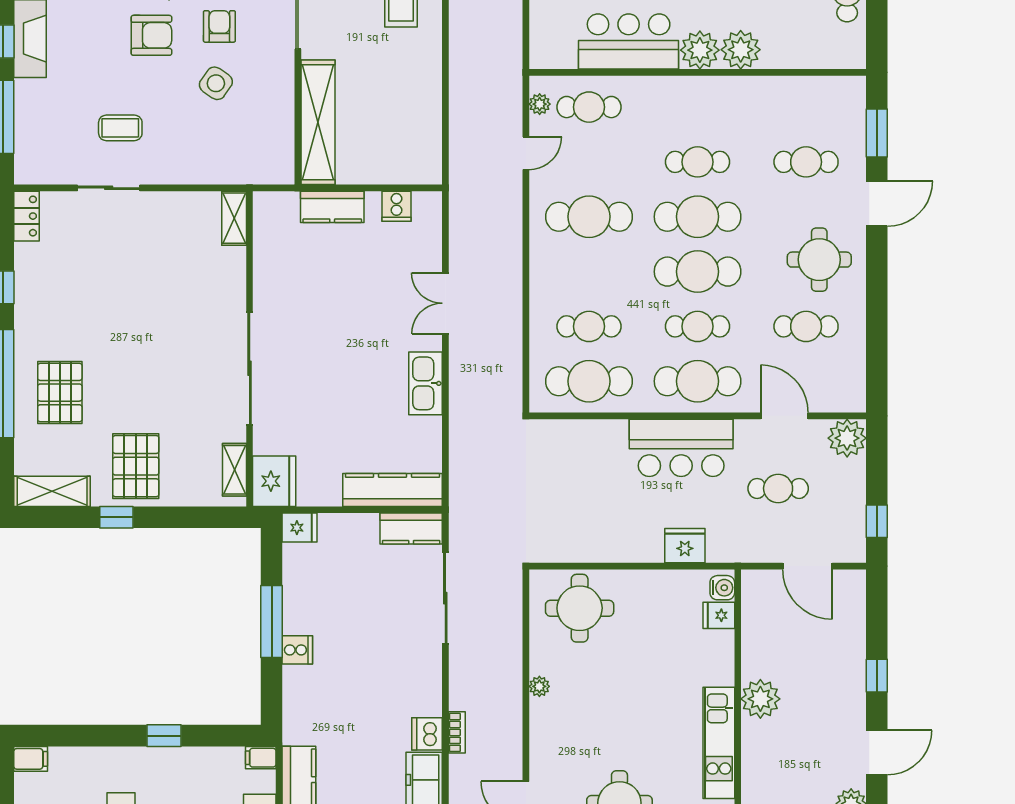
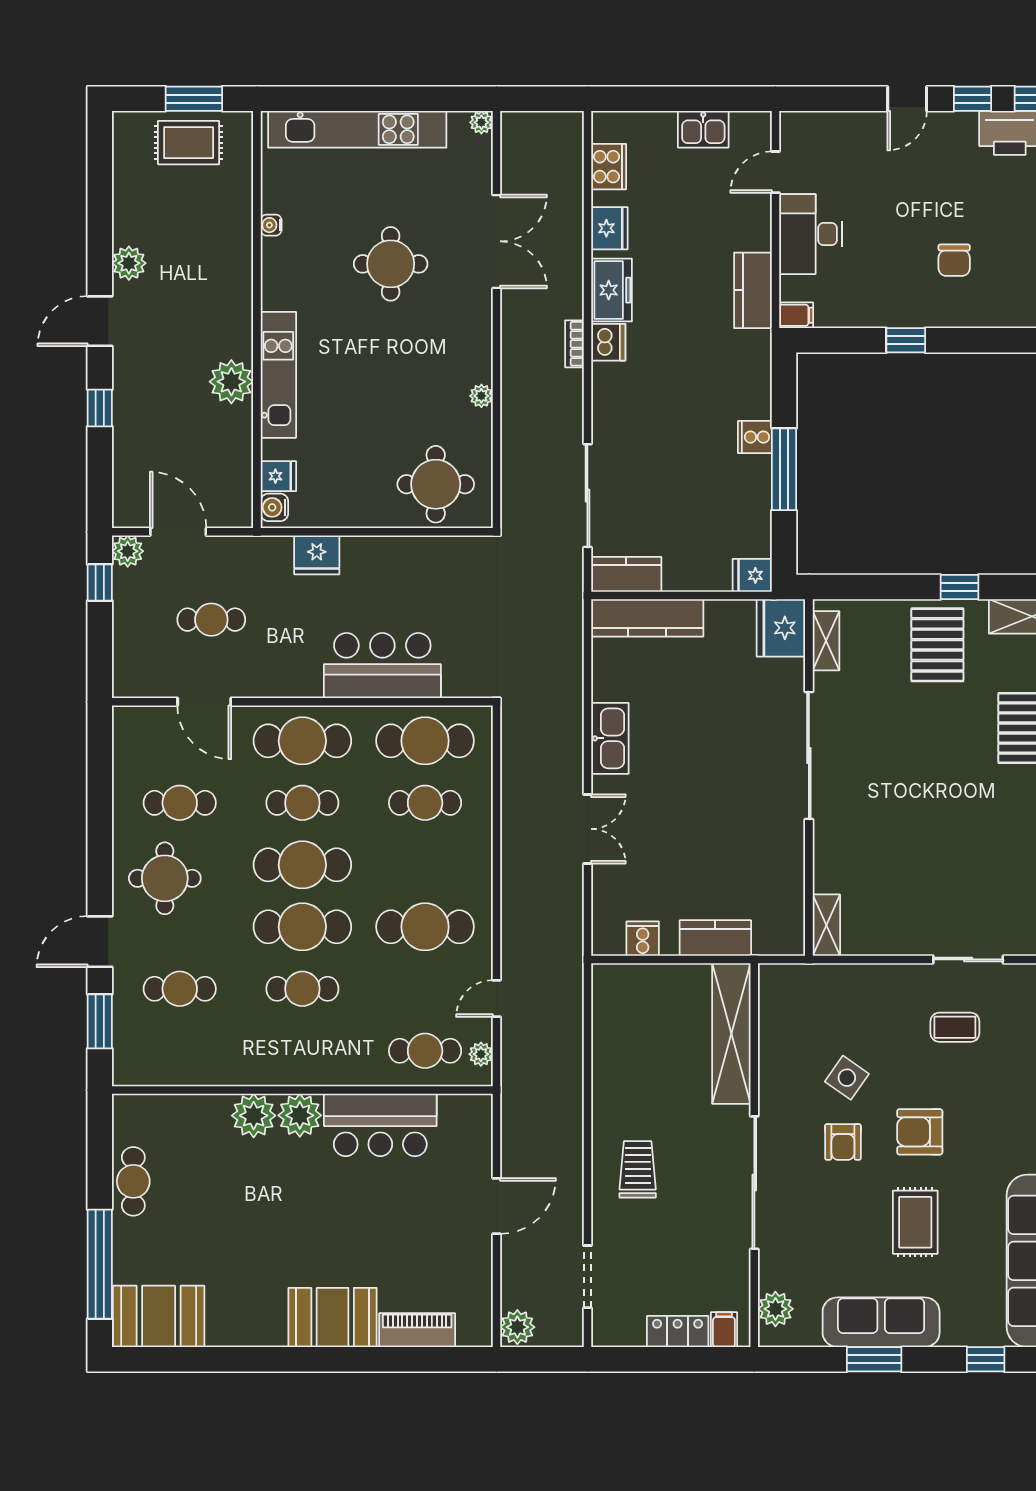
plant: (847, 438) -> (128, 551), moved, width x0.73, depth x0.73
bar counter: (681, 448) -> (382, 666), moved
kitchen unit: (719, 743) -> (278, 375), moved

